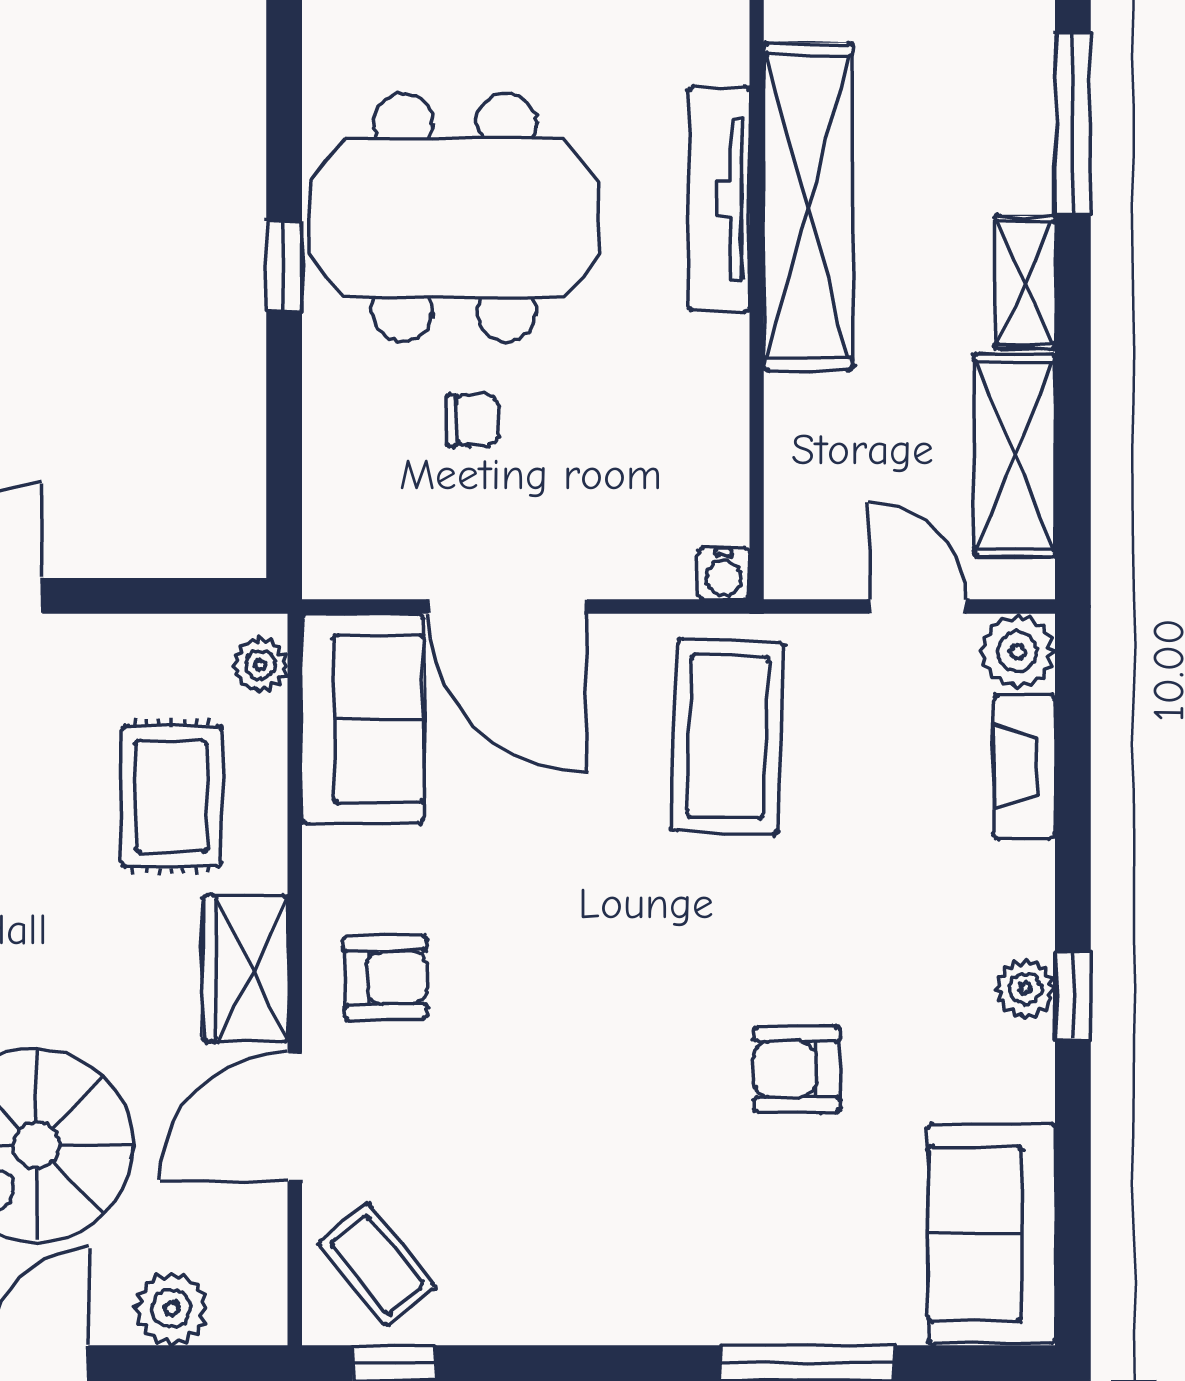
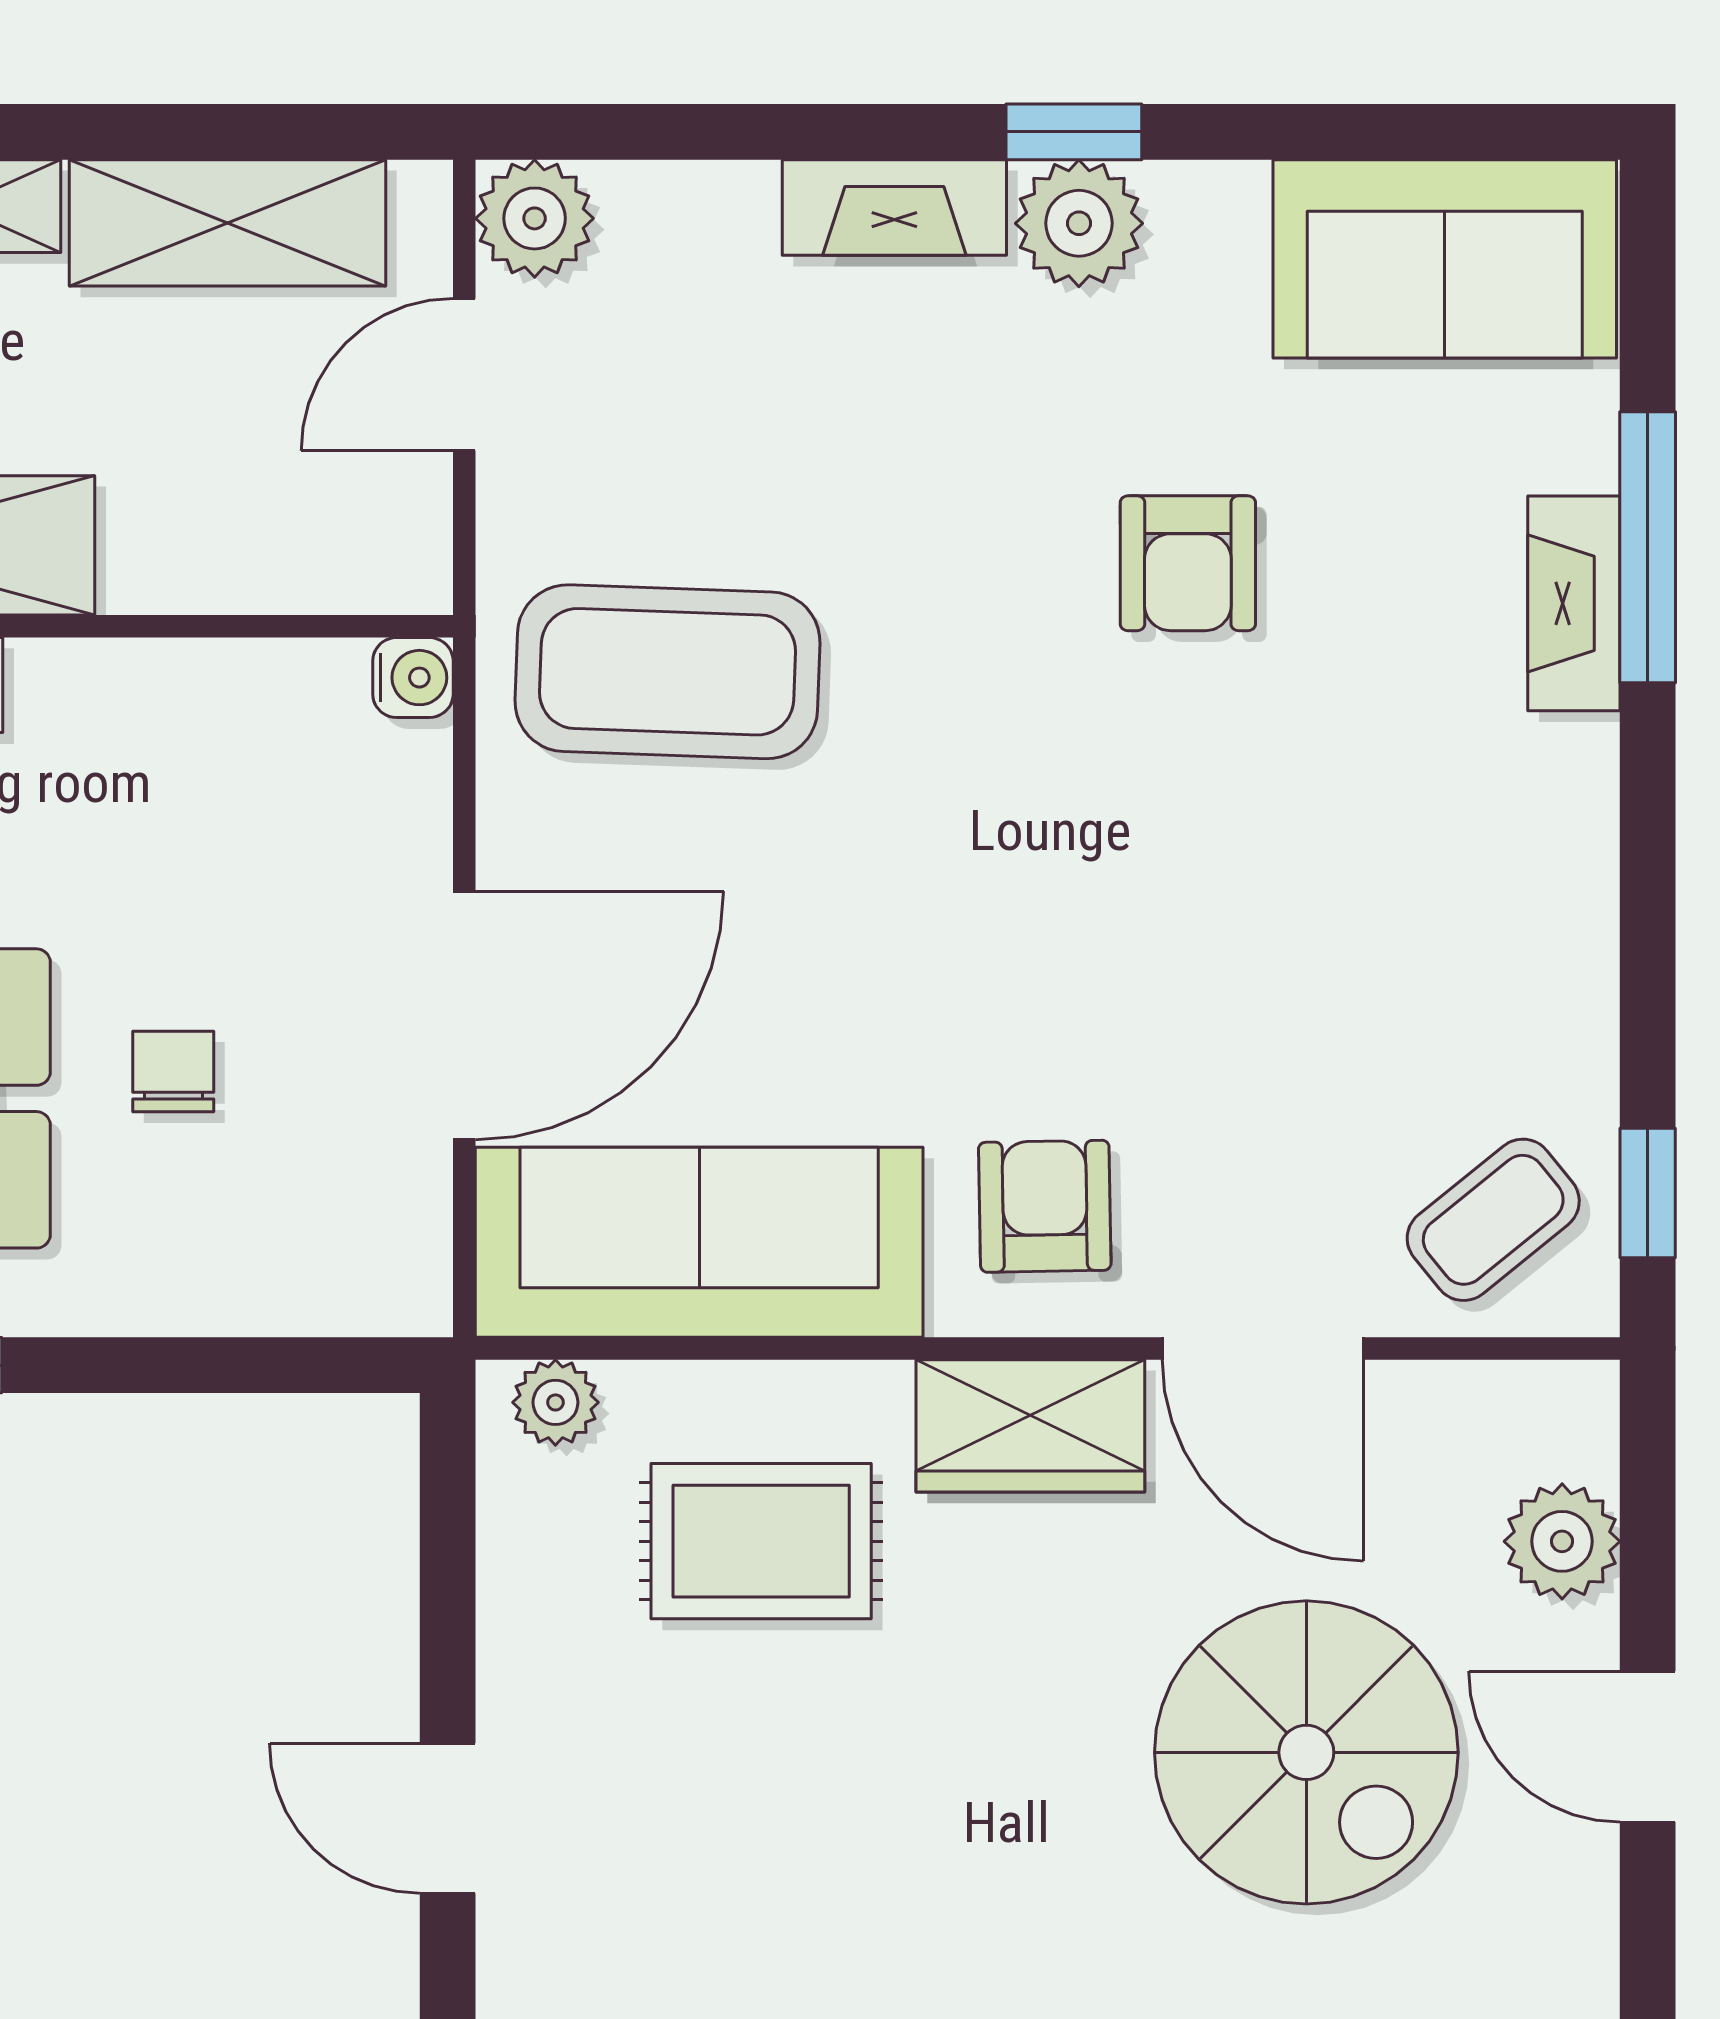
sofa: (363, 719) -> (699, 1242), width x1.36
fireplace: (1024, 766) -> (894, 207), moved
plant: (1025, 989) -> (1079, 223), width x1.38, depth x1.38
fireplace: (771, 1316) -> (1574, 603), added

